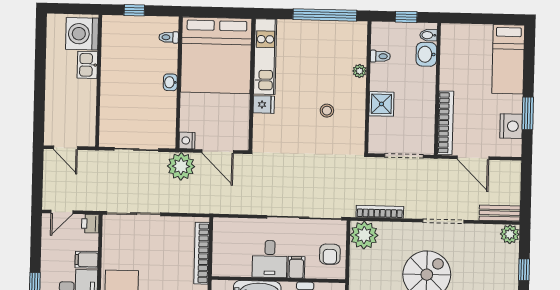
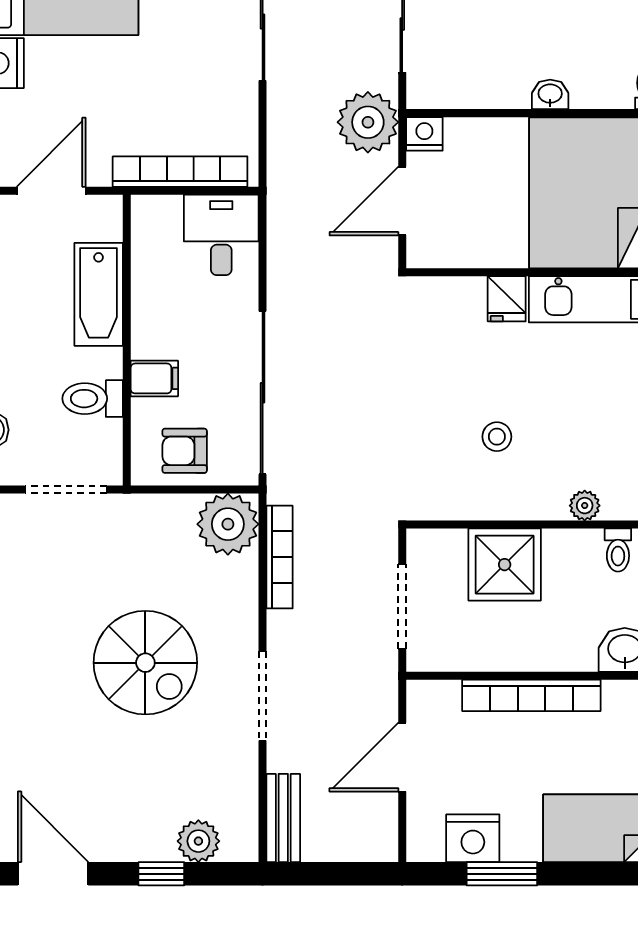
shower: (381, 104) -> (505, 565), width x1.36, depth x1.36
bookcase: (446, 123) -> (531, 695), moved
plant: (510, 234) -> (198, 841), moved
desk: (270, 259) -> (221, 235), moved, turned 90

